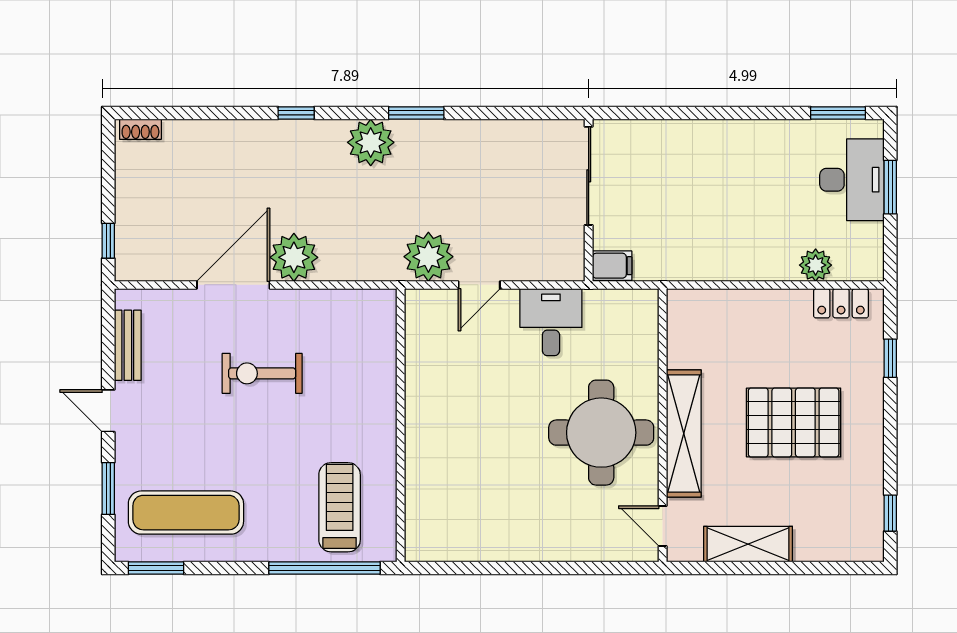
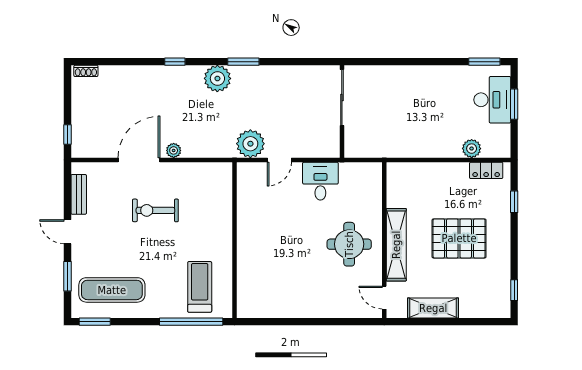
plant: (294, 257) -> (174, 150), width x0.53, depth x0.53
filing cabinet: (612, 266) -> (355, 149), removed
round table: (601, 433) -> (349, 244), width x0.73, depth x0.73

